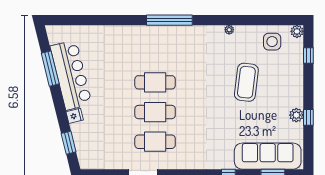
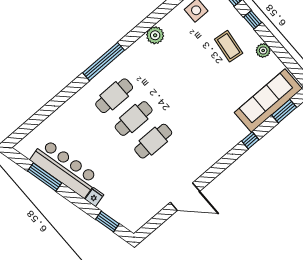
plant: (229, 30) -> (155, 35), width x1.88, depth x1.88
coffee table: (246, 82) -> (229, 46), moved, width x0.73, depth x0.76
window: (308, 117) -> (253, 20), moved
cafe table: (155, 142) -> (114, 96), moved

